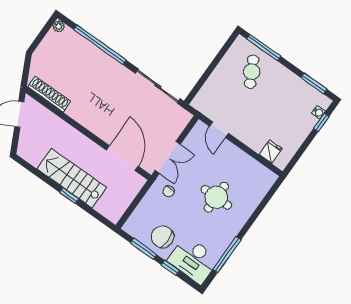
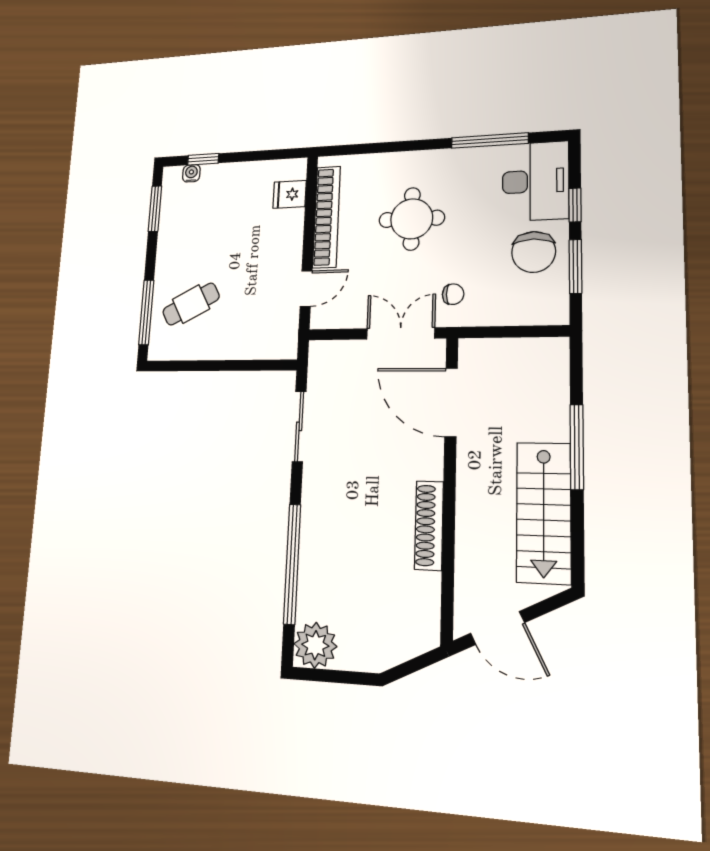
plant: (59, 26) -> (315, 645), width x1.87, depth x1.87
sliding door: (158, 86) -> (299, 426), width x0.73
shoe rack: (49, 94) -> (429, 525), moved
door: (122, 158) -> (451, 402), hinge flipped
bookcase: (246, 161) -> (327, 217), added
stairs: (72, 178) -> (544, 512), moved
window: (69, 196) -> (577, 447), width x2.17

